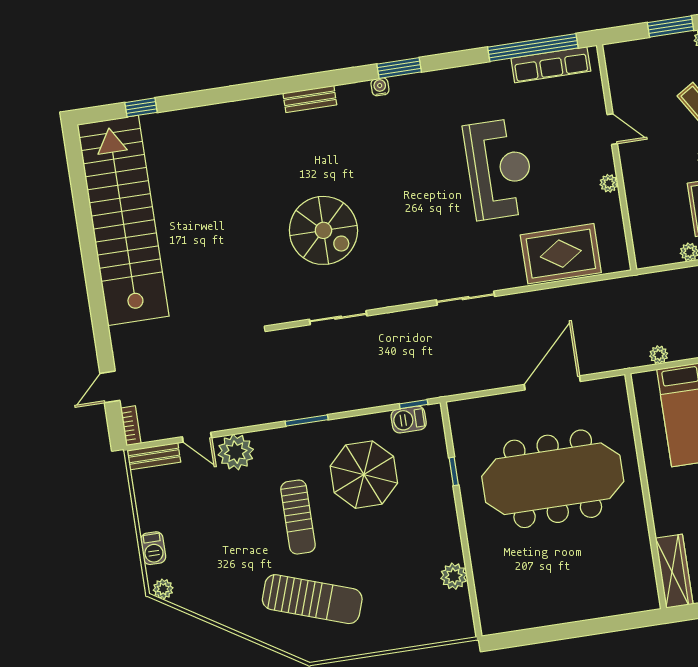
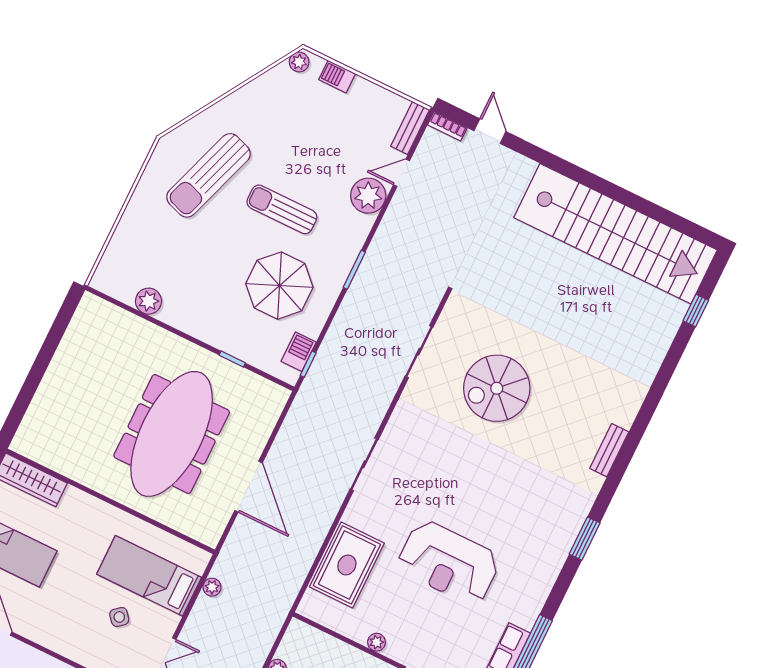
water cooler: (380, 87) -> (580, 513), removed

